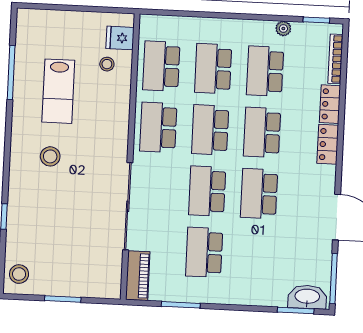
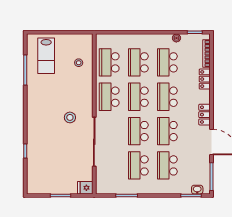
fridge: (120, 38) -> (85, 188), moved
lab bench: (58, 91) -> (46, 56), moved
locker: (328, 144) -> (205, 115), moved
stool: (50, 156) -> (70, 117), moved
school desk: (256, 255) -> (167, 165), added
stool: (19, 274) -> (35, 183), removed
piano: (138, 276) -> (102, 180), removed
washbasin: (307, 297) -> (197, 190), width x0.52, depth x0.69

